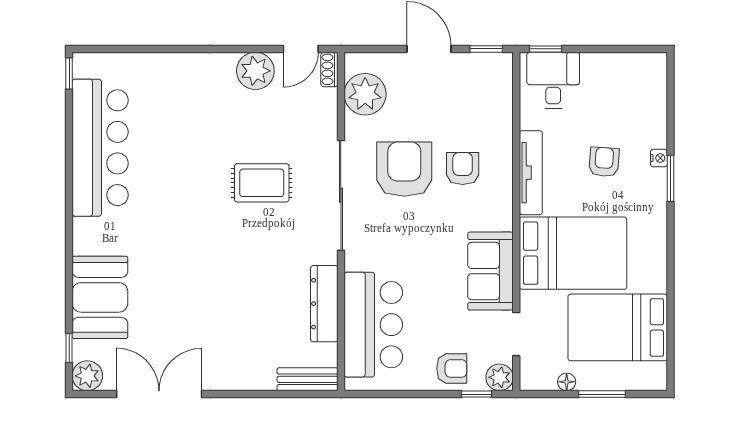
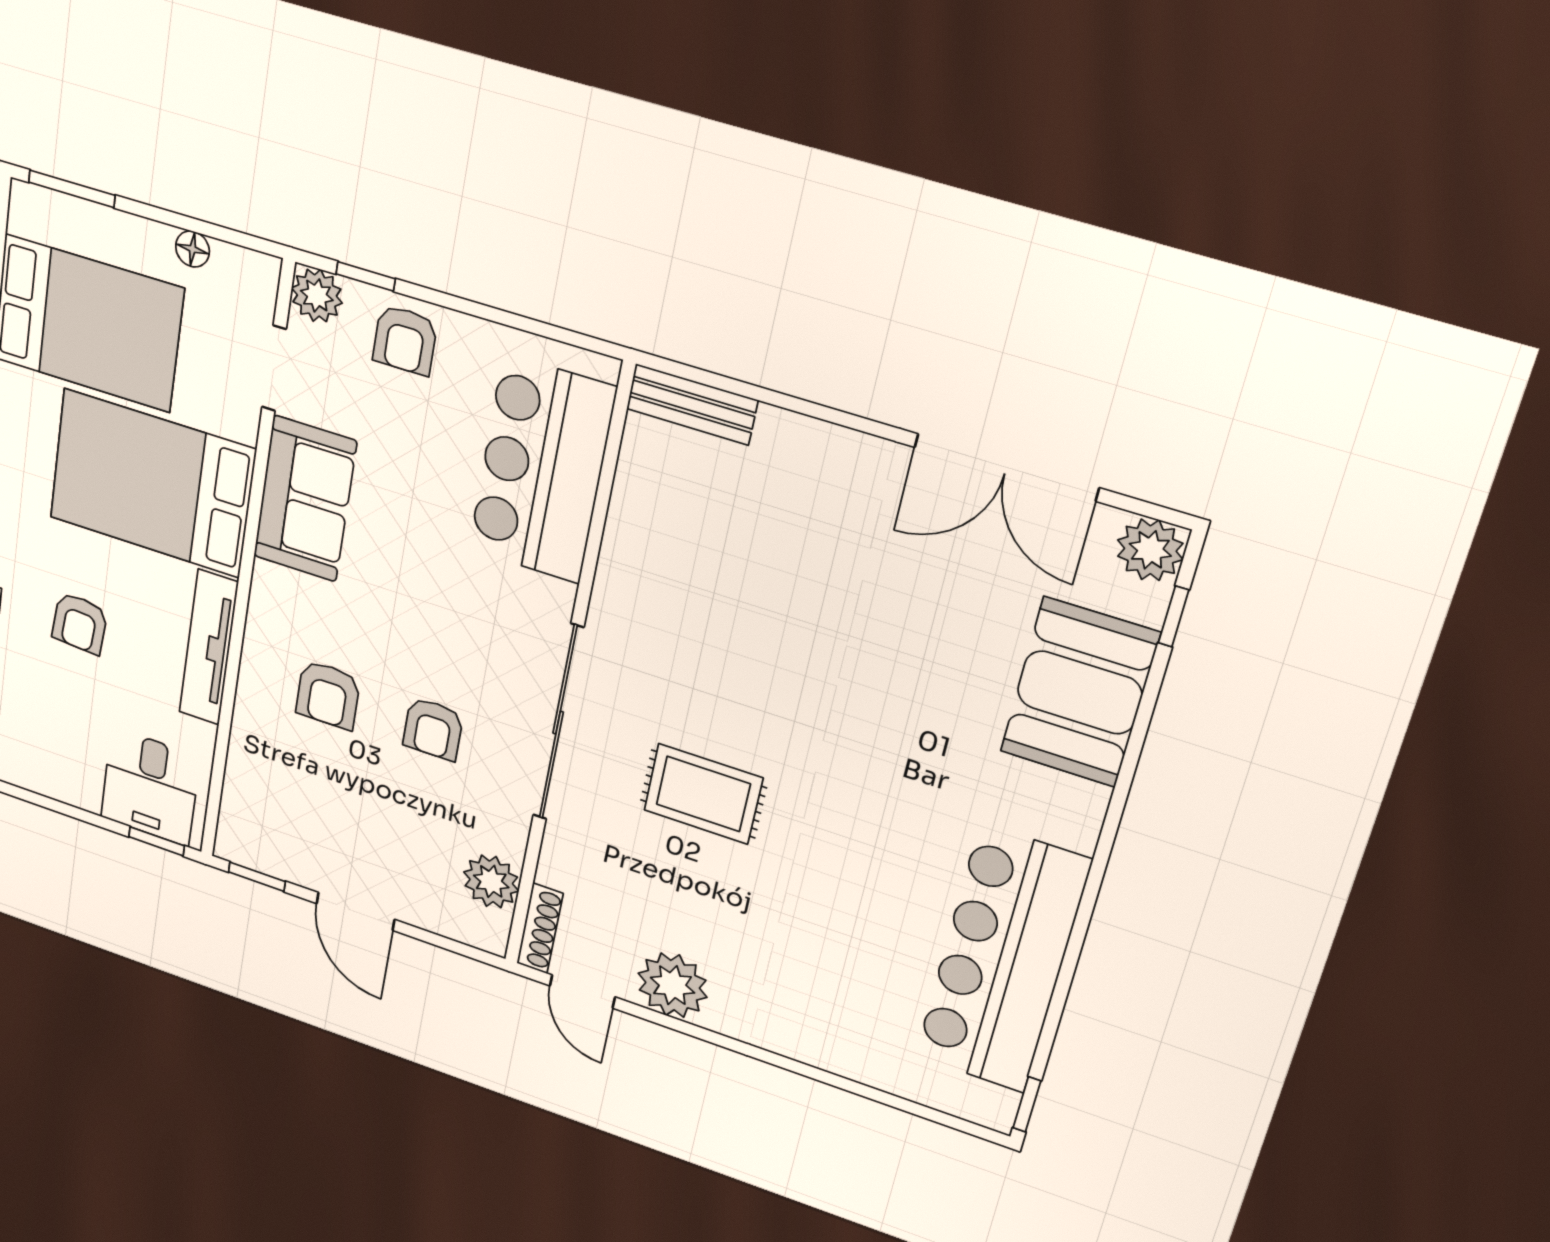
door: (301, 49) -> (582, 991), swing flipped
shoe rack: (329, 69) -> (540, 928), width x1.43
plant: (365, 94) -> (491, 881), width x0.73, depth x0.73
armchair: (404, 169) -> (433, 729), width x0.53, depth x0.53
dresser: (324, 304) -> (629, 538), removed
armchair: (452, 368) -> (405, 340), turned -90
window: (602, 394) -> (72, 189), moved

